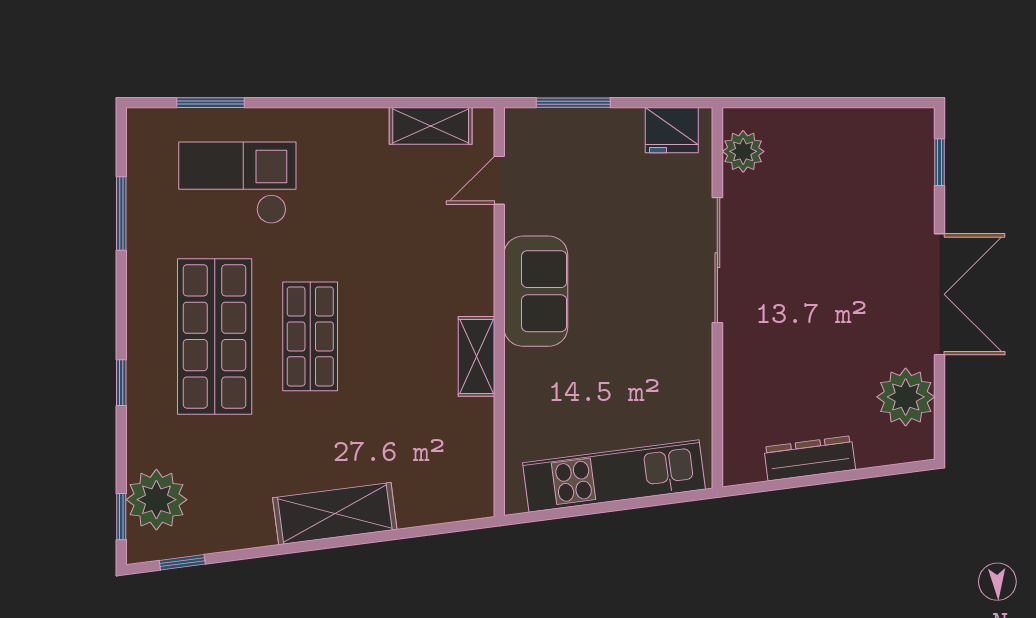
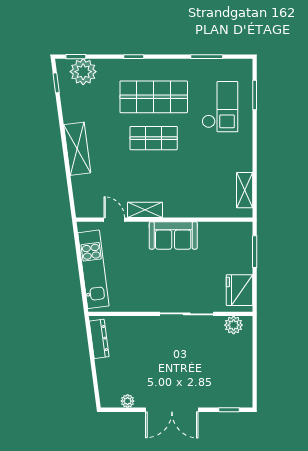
fridge: (672, 130) -> (239, 290), width x1.36, depth x1.34
door: (499, 180) -> (114, 220), moved
plant: (906, 397) -> (128, 401), width x0.53, depth x0.53
dresser: (810, 458) -> (99, 339), moved

